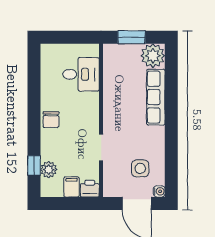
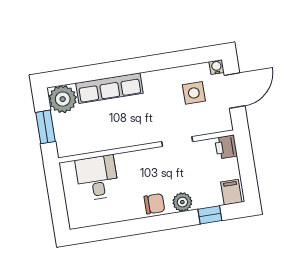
plant: (49, 170) -> (182, 202), moved
filing cabinet: (71, 187) -> (231, 192), moved, turned 90

